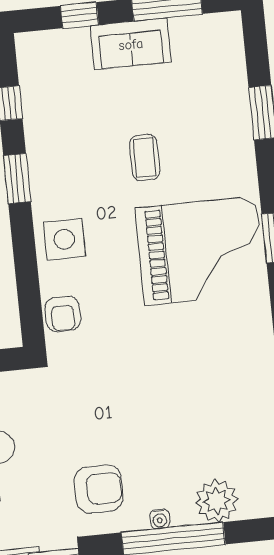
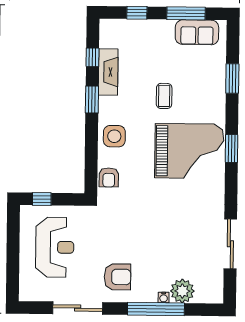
sofa: (131, 44) -> (197, 32), moved
fireplace: (40, 126) -> (108, 72), added
water cooler: (160, 519) -> (164, 298), moved

